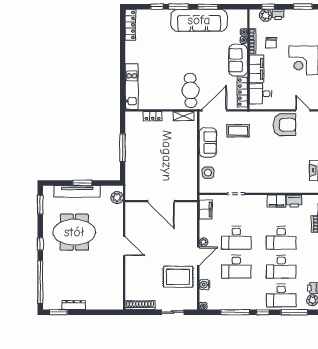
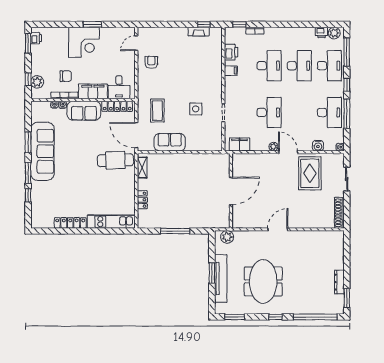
printer: (278, 14) -> (36, 38), moved
locker: (130, 25) -> (70, 223), moved
armchair: (284, 125) -> (151, 62), width x0.53, depth x0.53
side table: (208, 173) -> (196, 109), moved
filing cabinet: (276, 201) -> (231, 71), width x0.50
desk: (236, 267) -> (329, 112), moved

